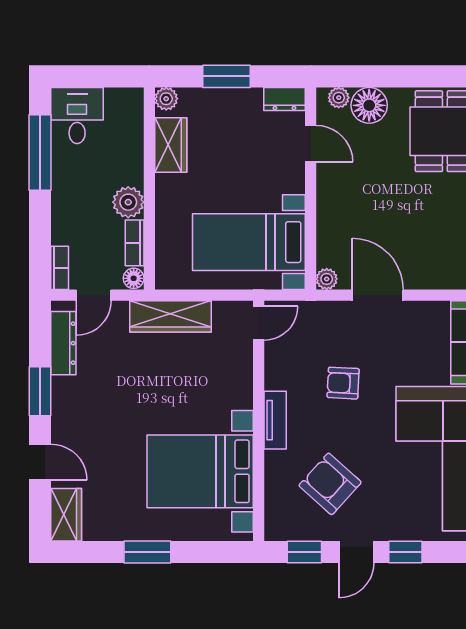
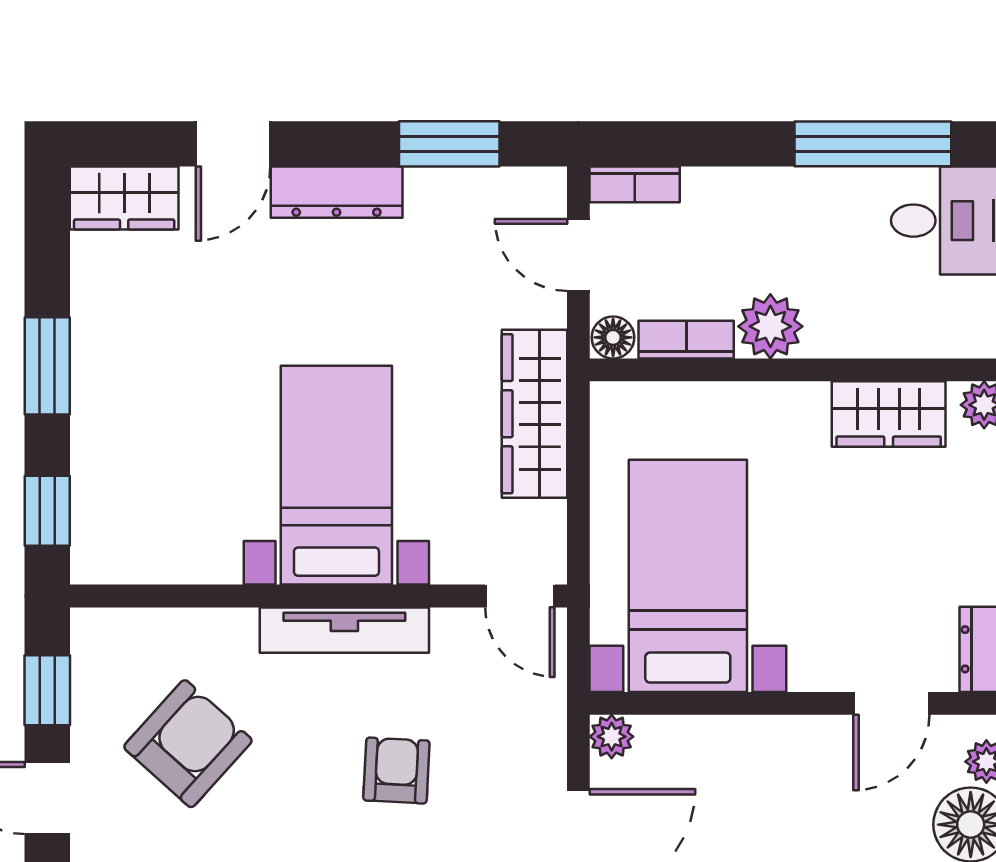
dresser: (63, 343) -> (337, 192), moved
window: (40, 391) -> (449, 144), moved
tv unit: (275, 420) -> (344, 630), width x1.41
bed with nightstands: (200, 471) -> (336, 475), moved, width x0.73
window: (217, 552) -> (47, 511), added

